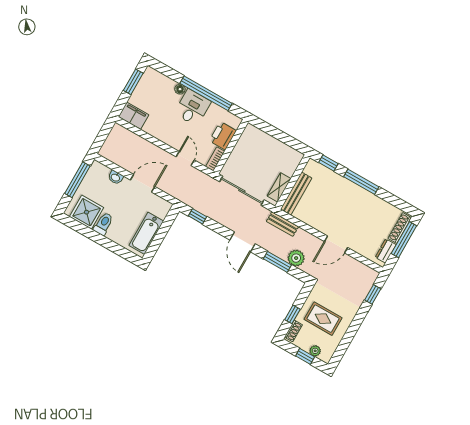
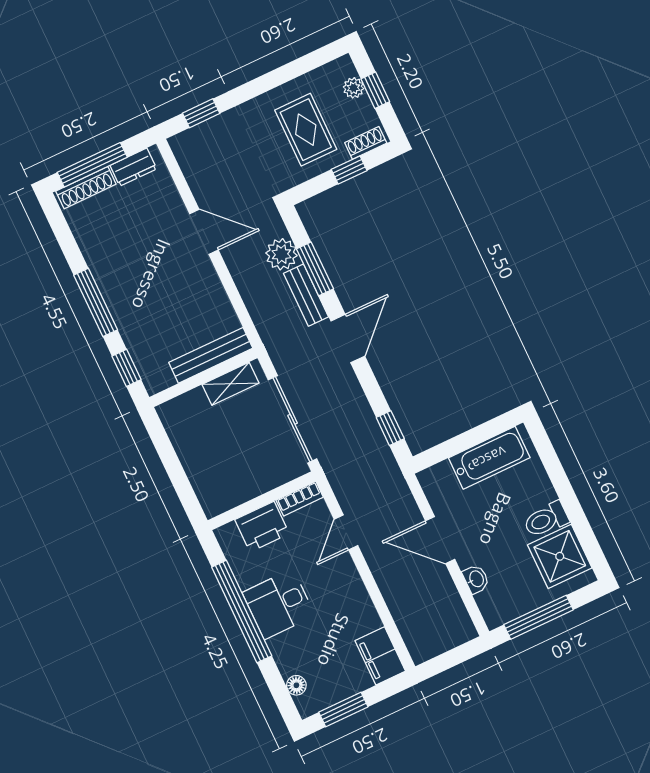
floor lamp: (180, 89) -> (296, 685), moved
bench: (282, 224) -> (306, 295), moved

